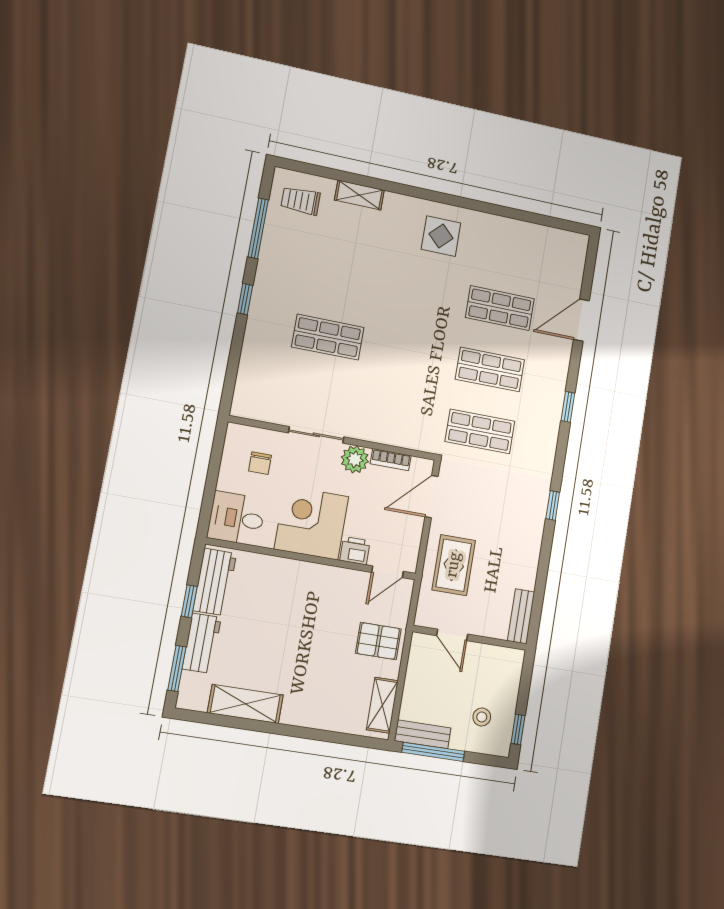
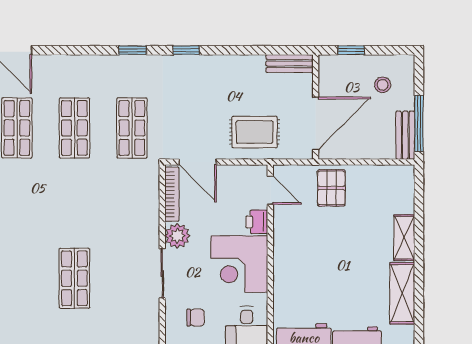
window: (568, 407) -> (133, 50), moved
bookcase: (391, 460) -> (172, 194), width x1.56
door: (452, 635) -> (316, 123), width x1.88
shelving: (382, 705) -> (404, 238), moved, turned 90
window: (518, 729) -> (351, 50), moved

